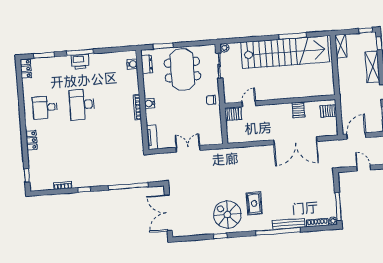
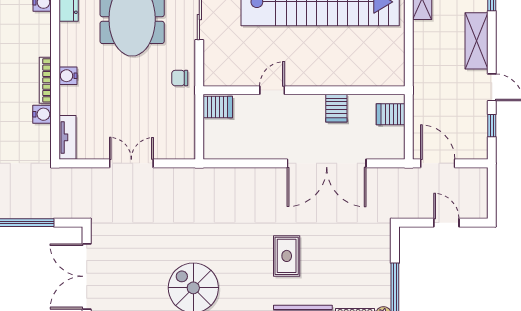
door: (249, 104) -> (272, 90), moved
water cooler: (137, 126) -> (42, 114), added
door: (356, 136) -> (438, 163), hinge flipped
rug: (254, 203) -> (287, 256), moved

